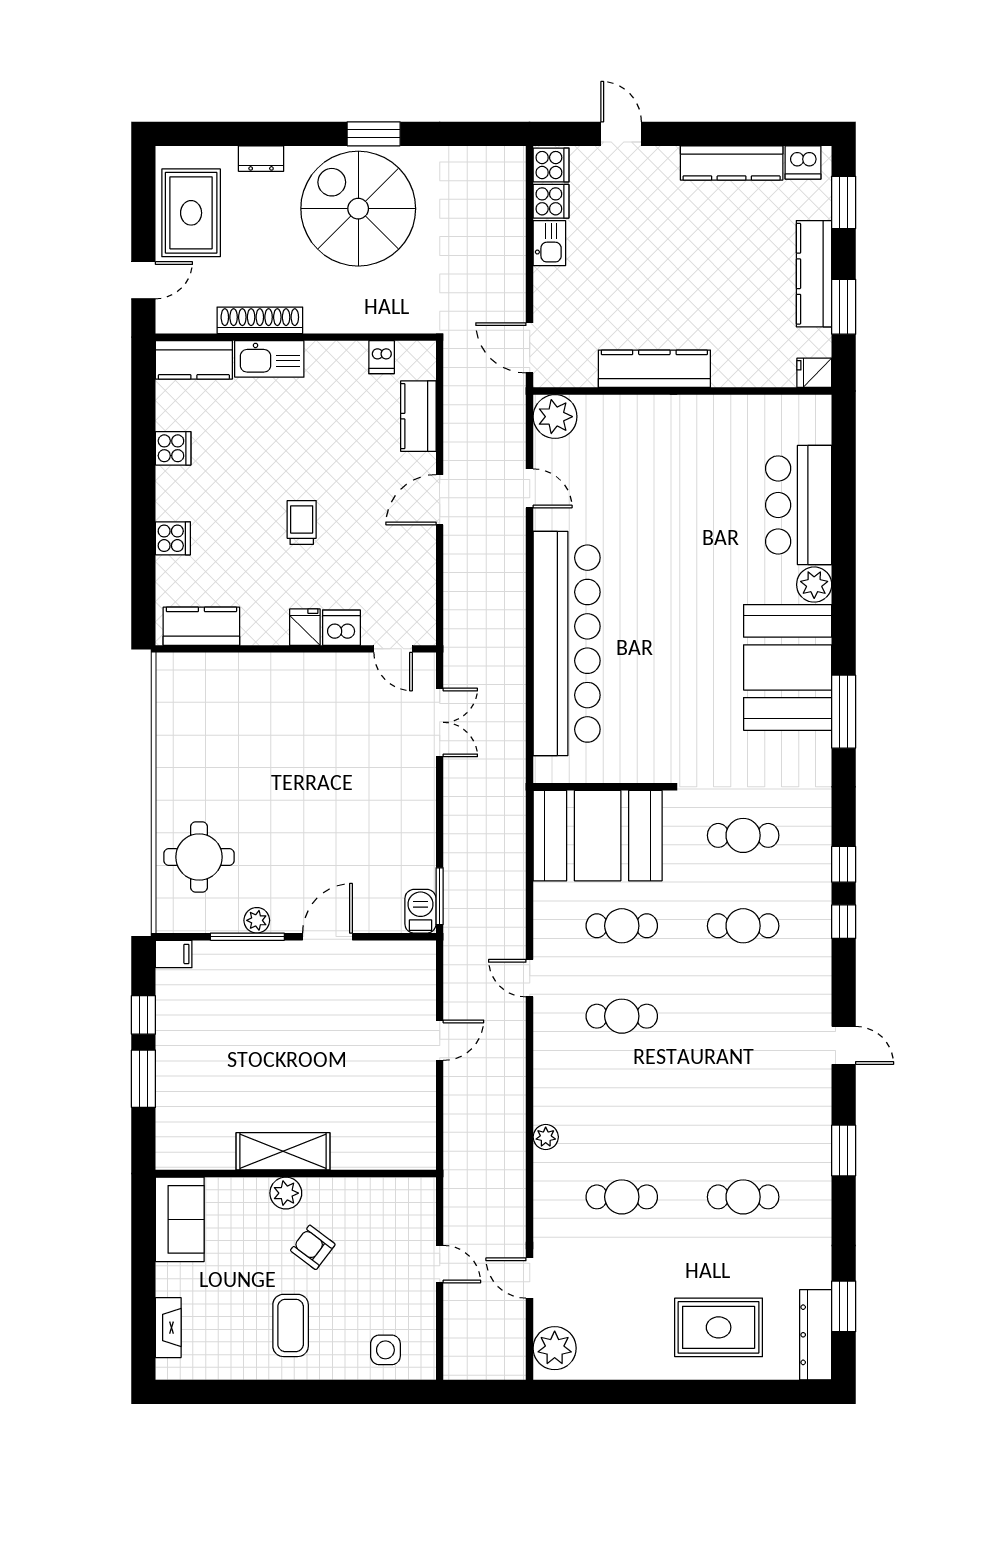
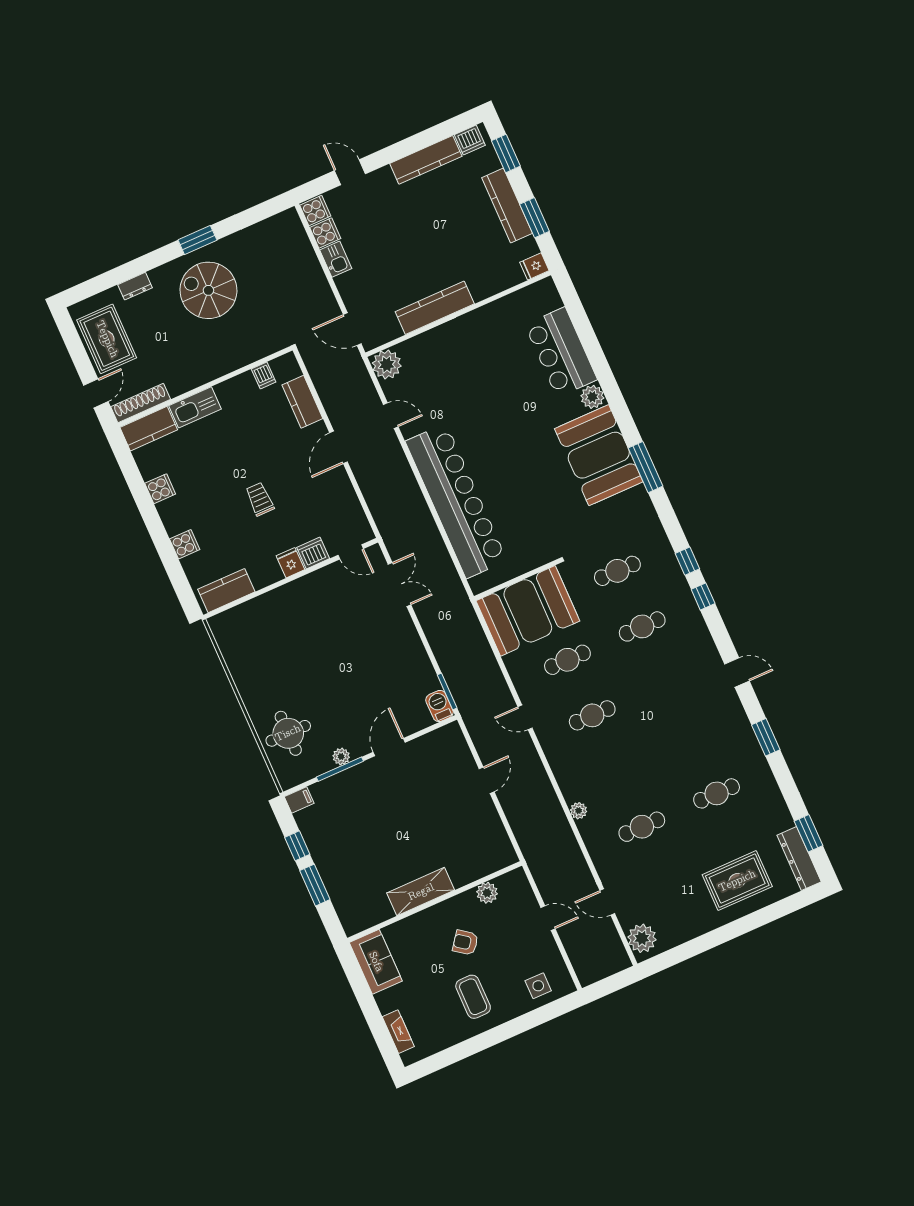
spiral stairs: (358, 209) -> (208, 290), width x0.73, depth x0.73
shoe rack: (260, 320) -> (141, 403), moved
plant: (286, 1193) -> (487, 893), moved

